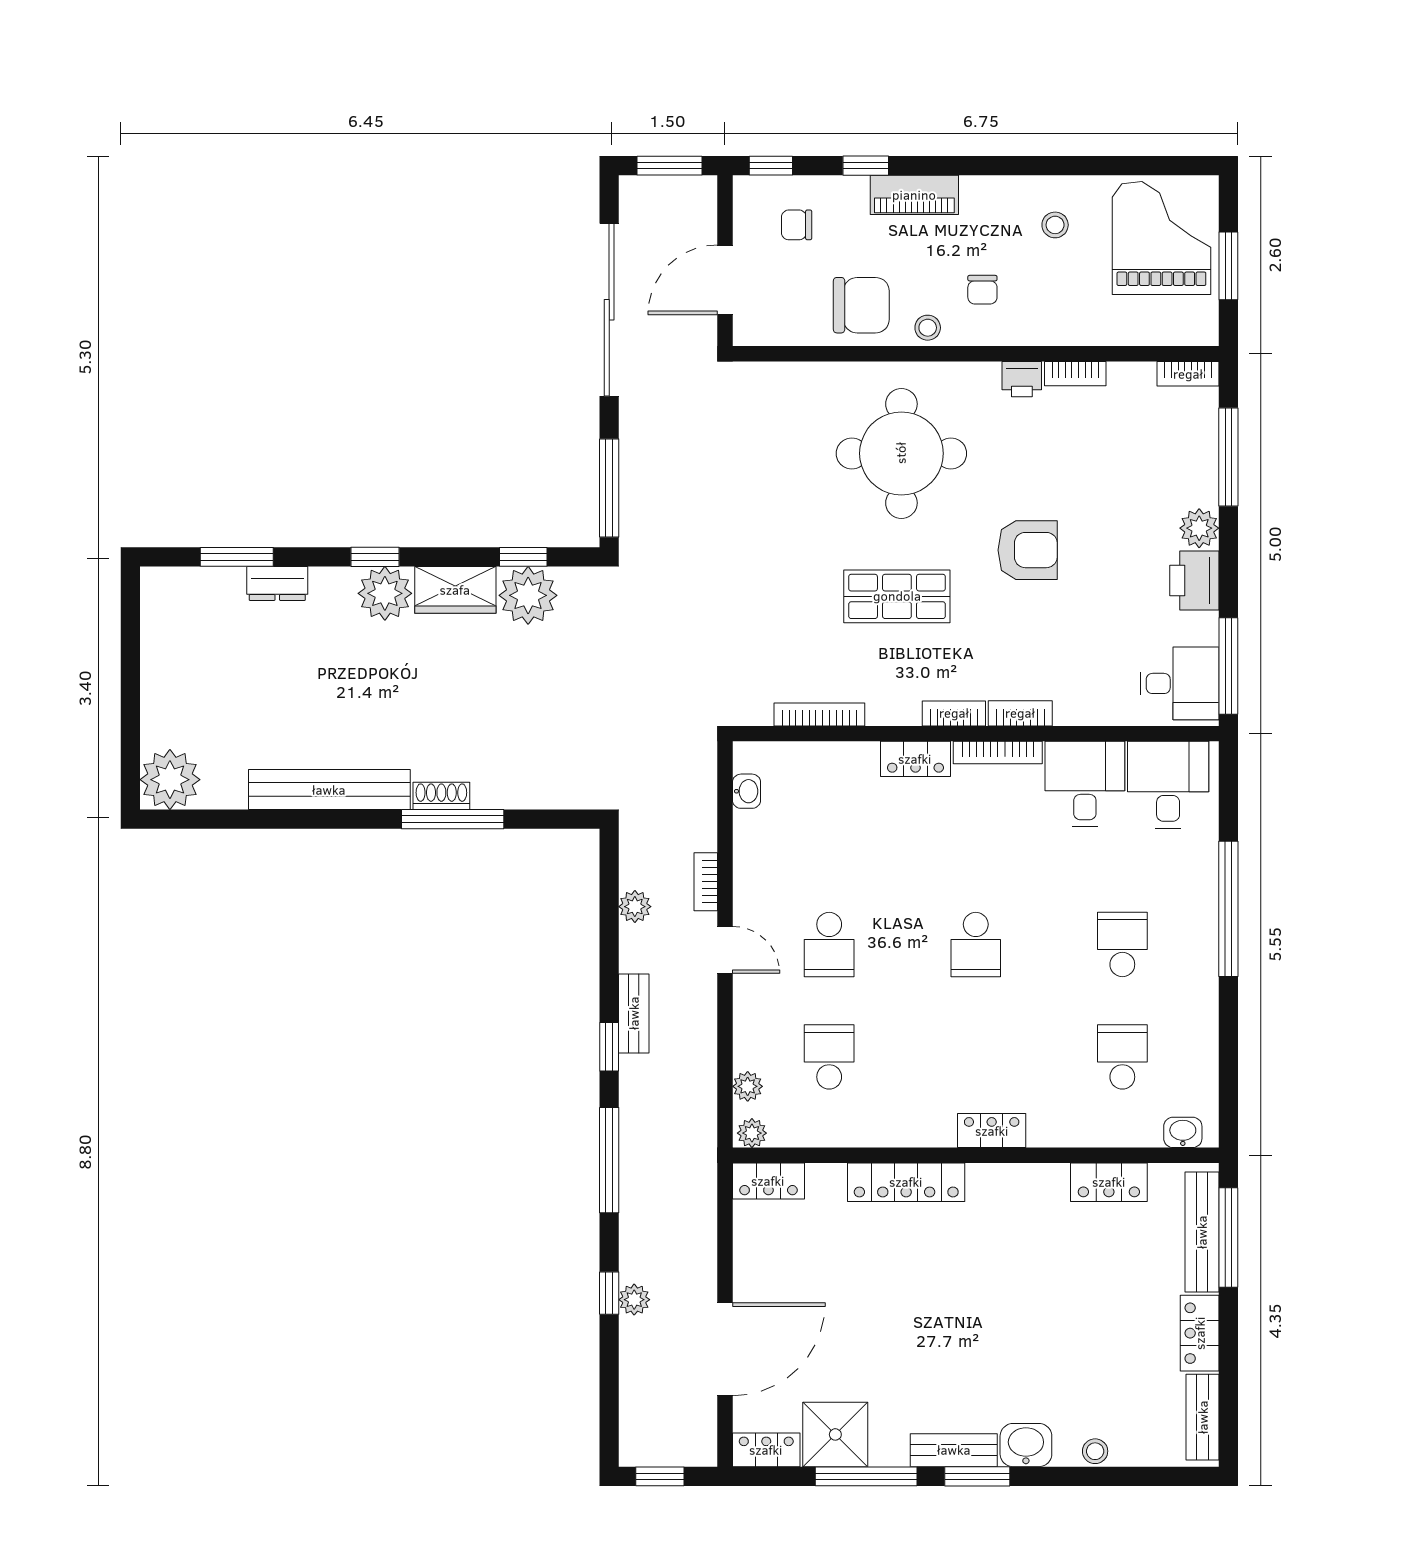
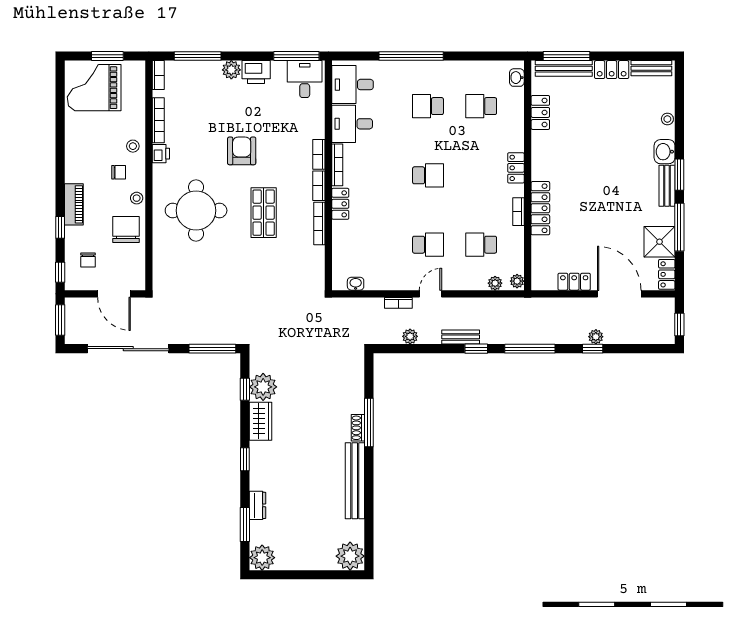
stool: (1055, 225) -> (133, 146), moved
bookcase: (1075, 374) -> (158, 120), width x1.56
plant: (385, 593) -> (262, 558), moved
bookcase: (819, 714) -> (319, 223), moved
bookcase: (899, 1136) -> (518, 212), added
locker: (768, 1181) -> (574, 282), moved, turned -90

